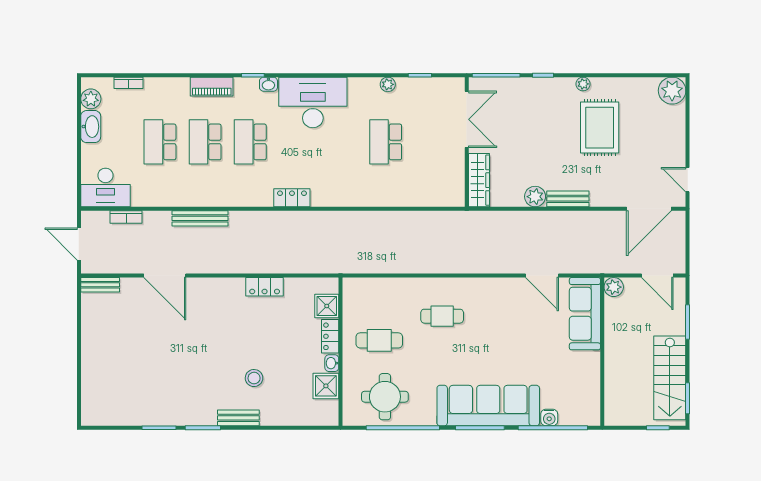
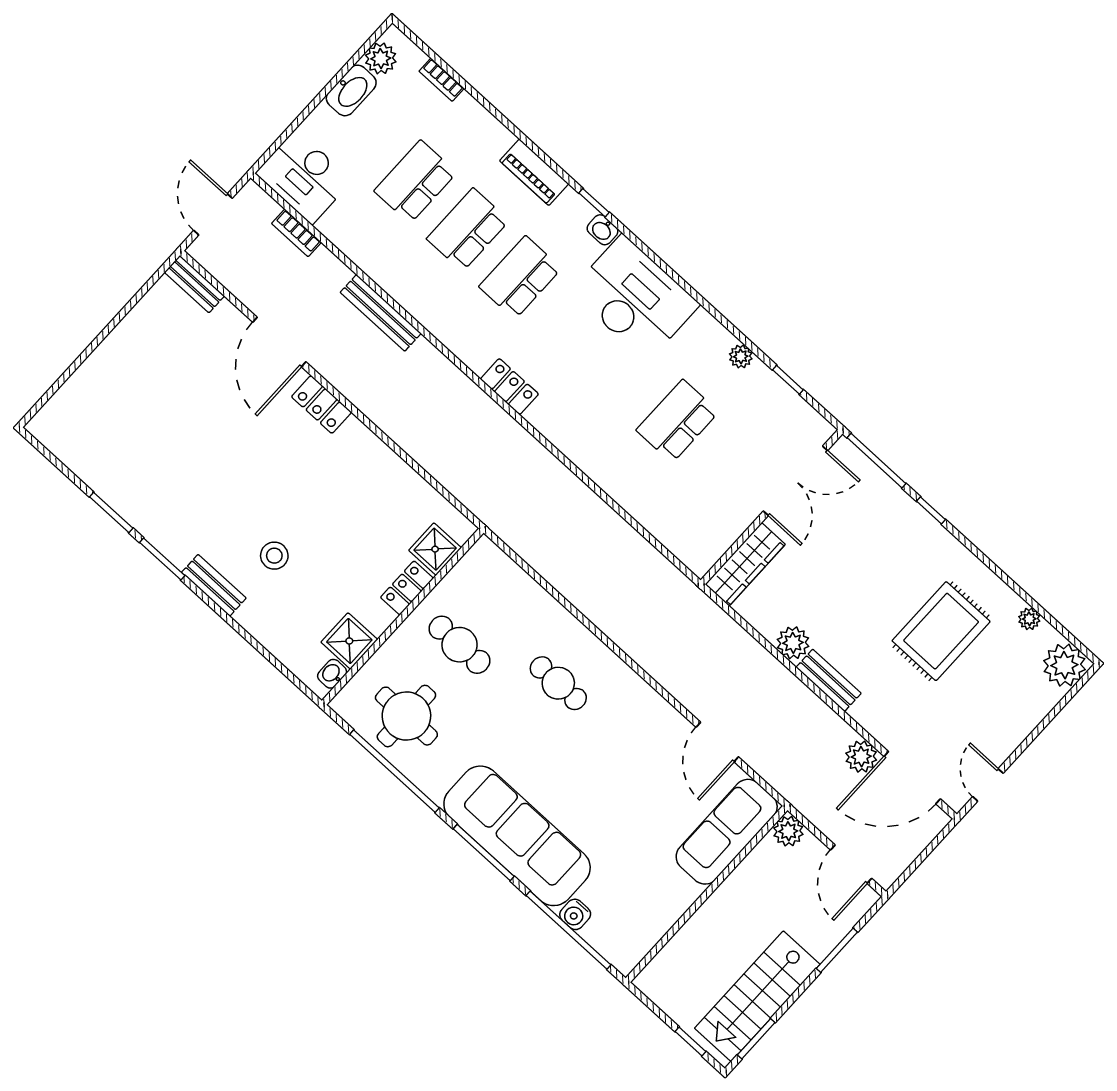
plant: (583, 84) -> (1029, 619), moved
plant: (616, 221) -> (861, 757), added
locker: (265, 287) -> (321, 404), moved
washbasin: (332, 363) -> (332, 674), moved

